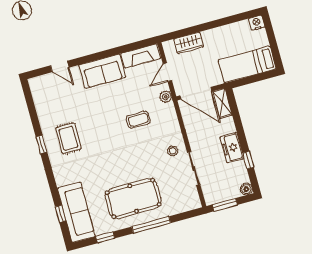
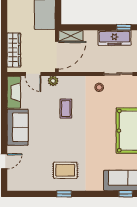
wardrobe: (189, 43) -> (14, 50), width x1.50
freezer: (232, 148) -> (114, 38), width x1.40

